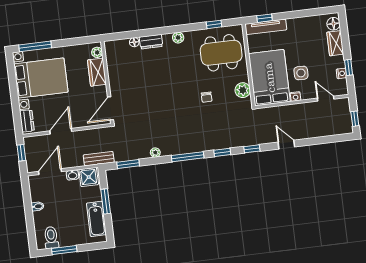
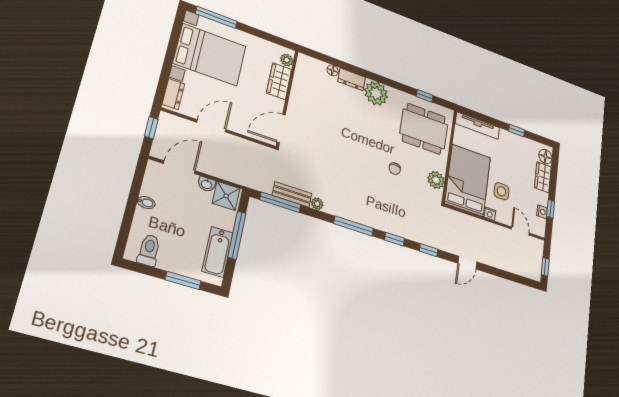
window: (264, 18) -> (517, 131), moved
plant: (178, 38) -> (376, 93), width x1.88, depth x1.88
door: (286, 145) -> (467, 263), swing flipped
bench: (99, 159) -> (292, 194), moved
window: (128, 164) -> (280, 202), width x1.44
window: (106, 201) -> (237, 235), width x1.44
window: (64, 250) -> (183, 280), moved

